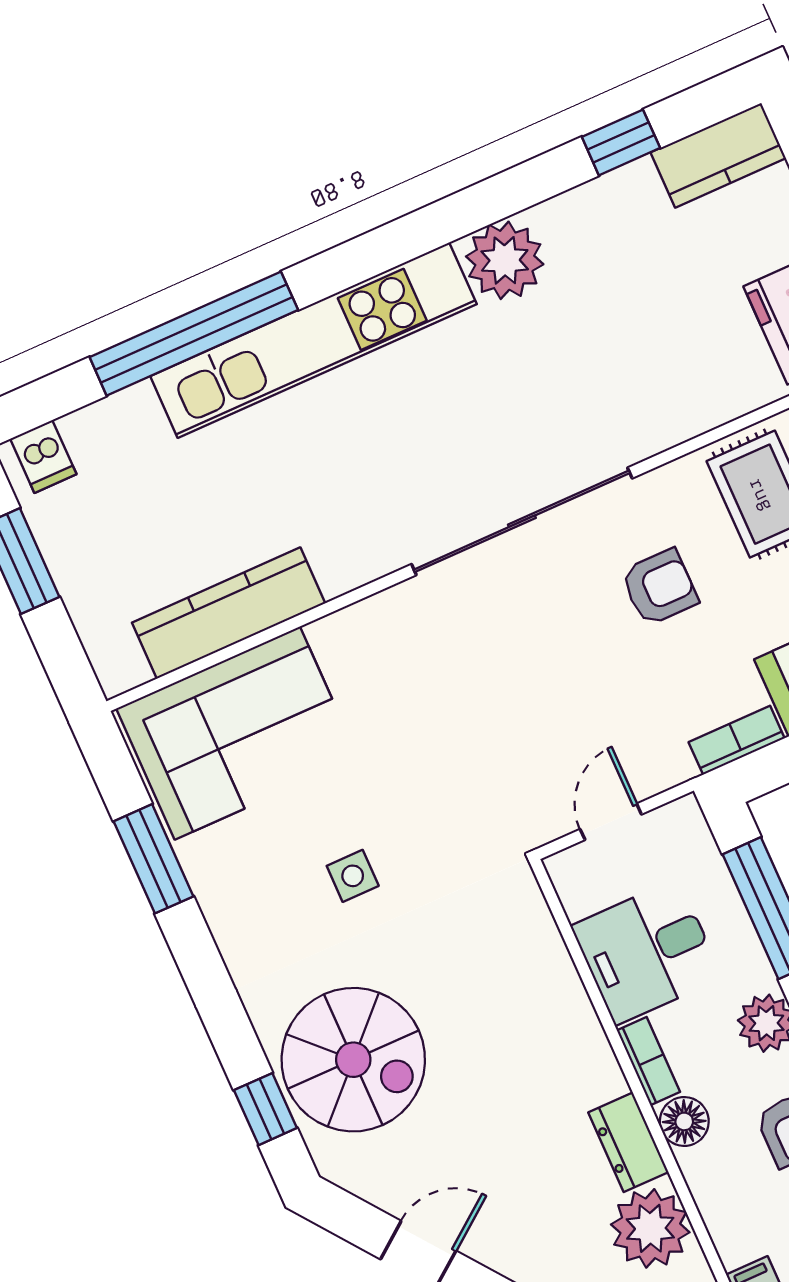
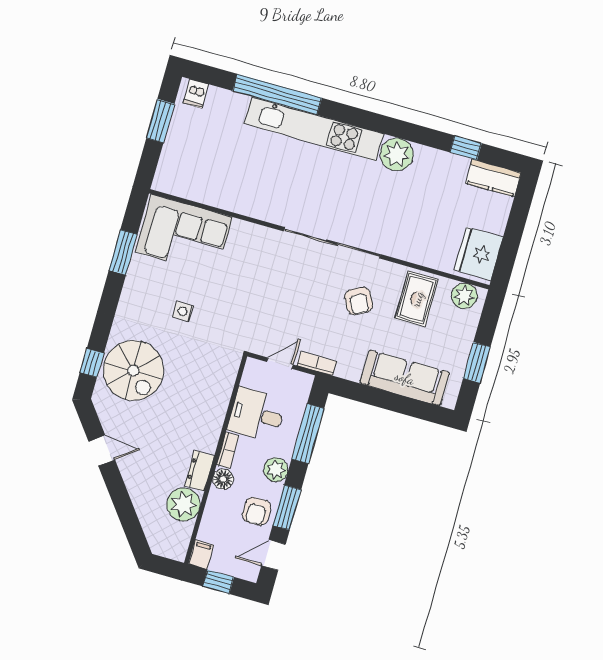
armchair: (659, 587) -> (359, 301), turned 62
kitchen counter: (229, 613) -> (213, 194), removed
bookcase: (737, 740) -> (317, 364), moved

